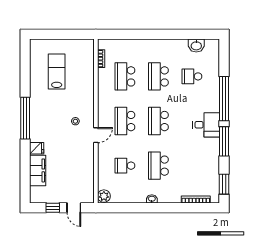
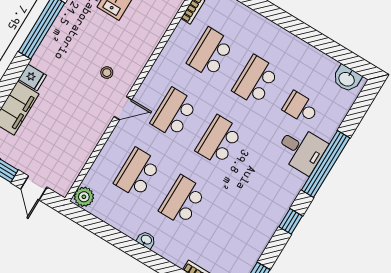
washbasin: (196, 45) -> (347, 79), moved
desk: (206, 125) -> (301, 150), moved
window: (224, 141) -> (291, 221), width x0.46
school desk: (125, 166) -> (137, 173), width x1.85

